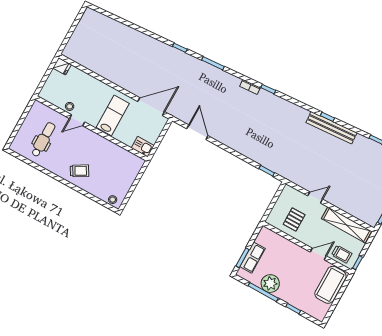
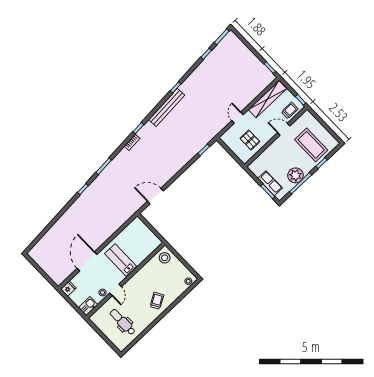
door: (151, 107) -> (87, 261), moved
bench: (331, 128) -> (167, 107), moved
kitchen sink: (143, 147) -> (88, 306), moved
stool: (131, 164) -> (165, 258), added
door: (318, 254) -> (284, 129), hinge flipped
coffee table: (330, 285) -> (311, 145), moved

